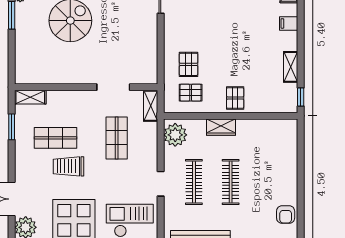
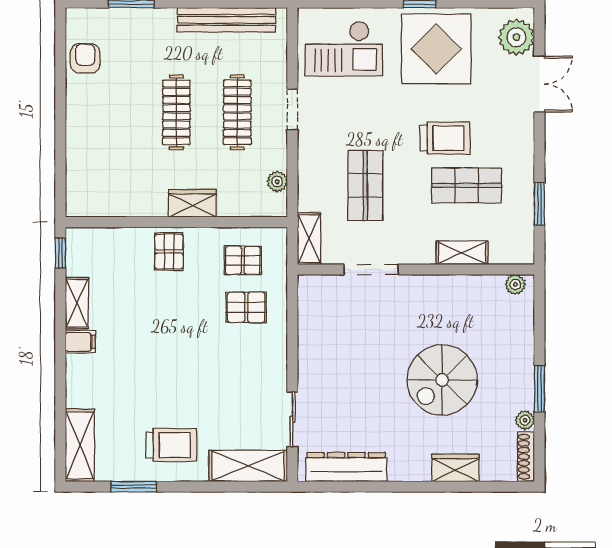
filing cabinet: (289, 23) -> (80, 342), moved
pallet: (189, 64) -> (246, 307), turned 90
plant: (26, 78) -> (515, 285), added
shelving: (30, 97) -> (462, 253), moved
plant: (175, 135) -> (277, 182), width x0.53, depth x0.53

